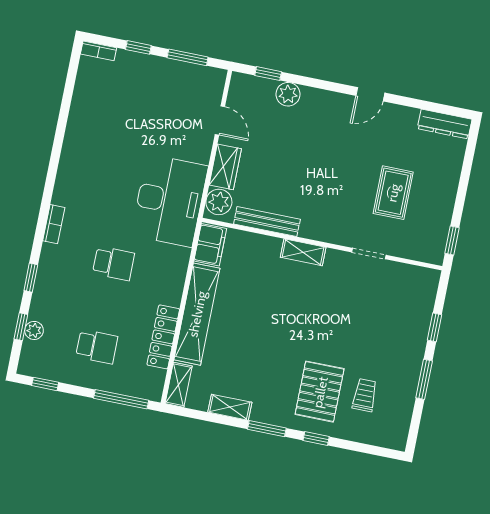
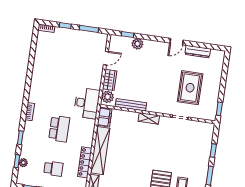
door: (220, 120) -> (106, 58), hinge flipped
dresser: (445, 124) -> (198, 52), moved
rug: (393, 193) -> (190, 88), width x1.36, depth x1.43
desk: (170, 201) -> (87, 103), width x0.73, depth x0.77
school desk: (114, 263) -> (59, 129), width x1.85

